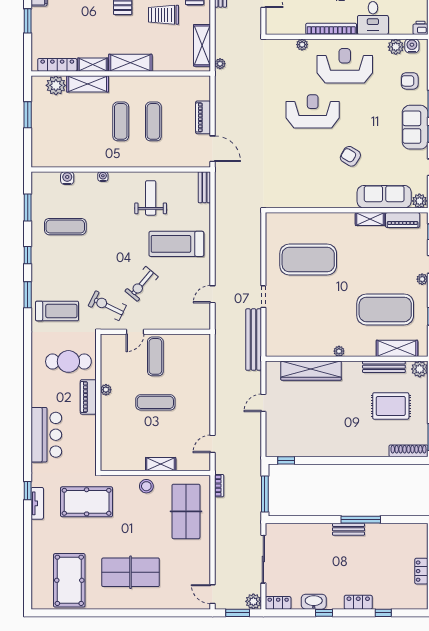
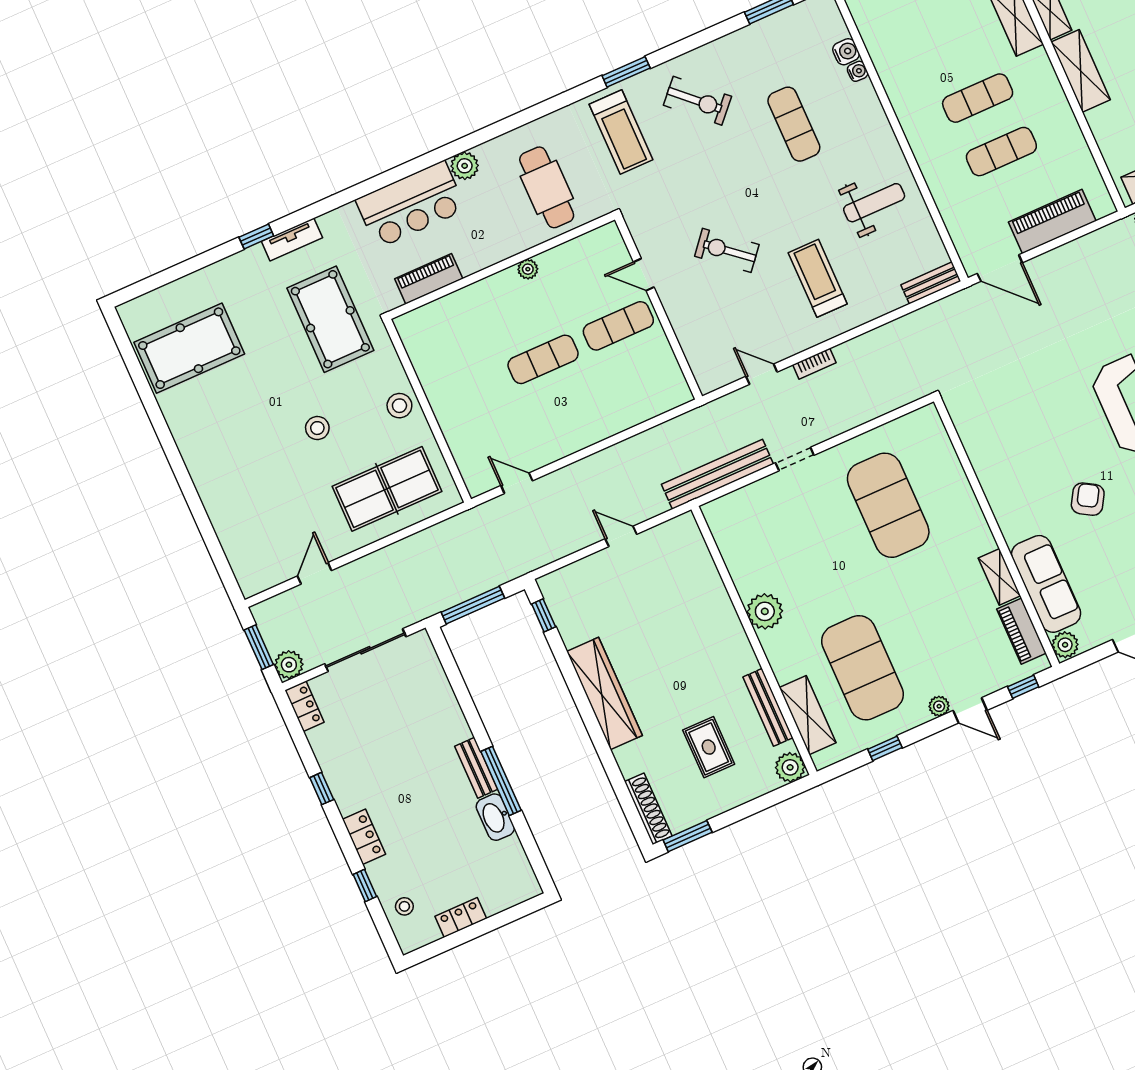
piano: (203, 117) -> (1052, 221), width x1.37, depth x1.33
door: (213, 149) -> (1000, 268), hinge flipped
water cooler: (103, 177) -> (858, 71), moved
exercise mat: (65, 227) -> (794, 124), moved
treadmill: (176, 244) -> (818, 278), width x0.73, depth x0.73
window: (28, 255) -> (691, 43), removed
exercise bike: (107, 306) -> (697, 101), moved, turned 107
plant: (339, 351) -> (765, 611), width x1.87, depth x1.87
wardrobe: (311, 371) -> (604, 693), moved, turned 180
piano: (88, 397) -> (429, 279), moved
plant: (39, 398) -> (465, 166), added
exercise mat: (155, 402) -> (543, 359), turned 90
rug: (391, 406) -> (709, 747), width x0.73, depth x0.70
shelving: (161, 464) -> (446, 413), removed
bookcase: (219, 486) -> (814, 364), moved
window: (28, 491) -> (256, 236), moved
stool: (139, 533) -> (317, 428), added
table tennis table: (131, 572) -> (247, 443), removed
door: (213, 594) -> (315, 573), moved
stool: (403, 597) -> (404, 906), added
washbasin: (314, 602) -> (495, 817), moved, turned 180

